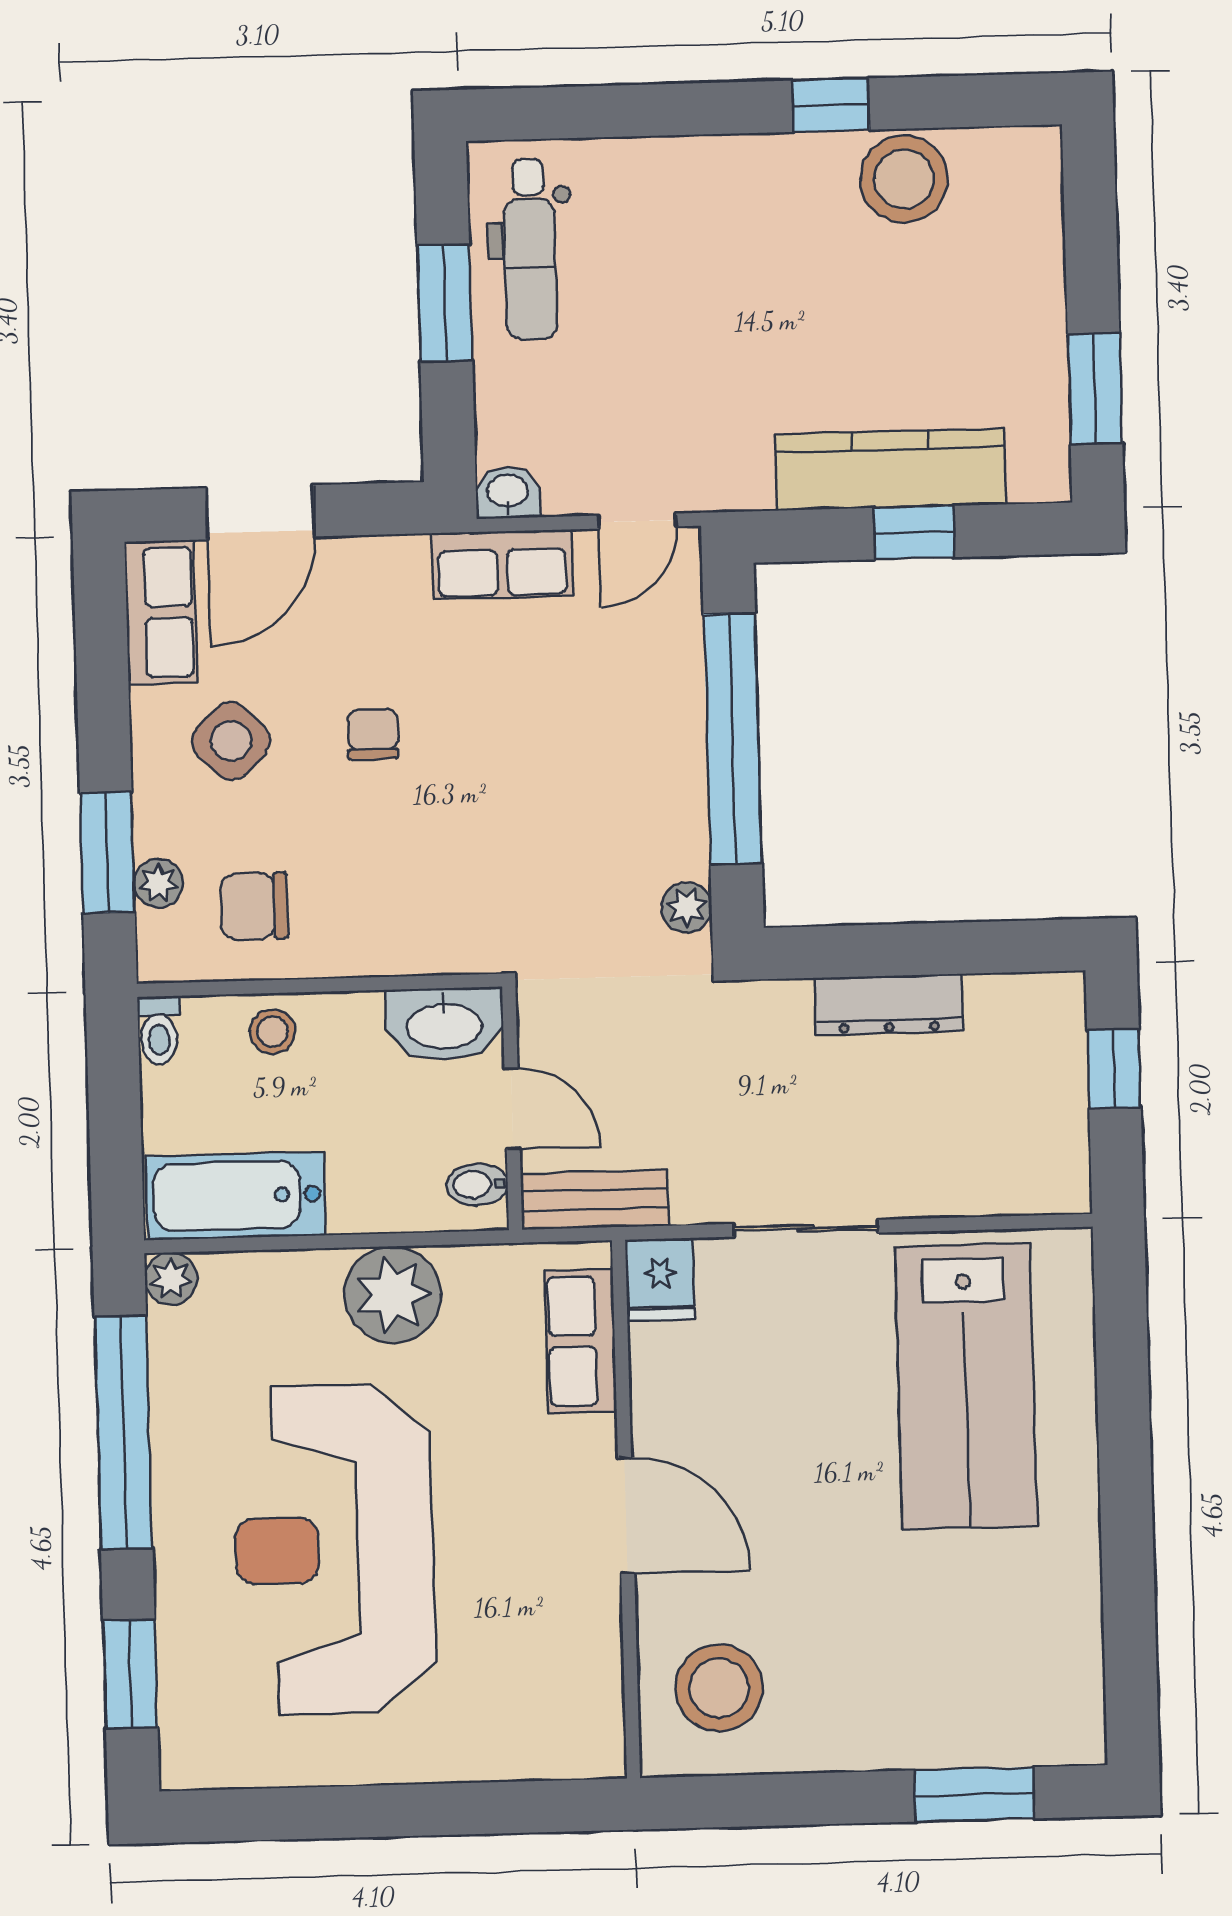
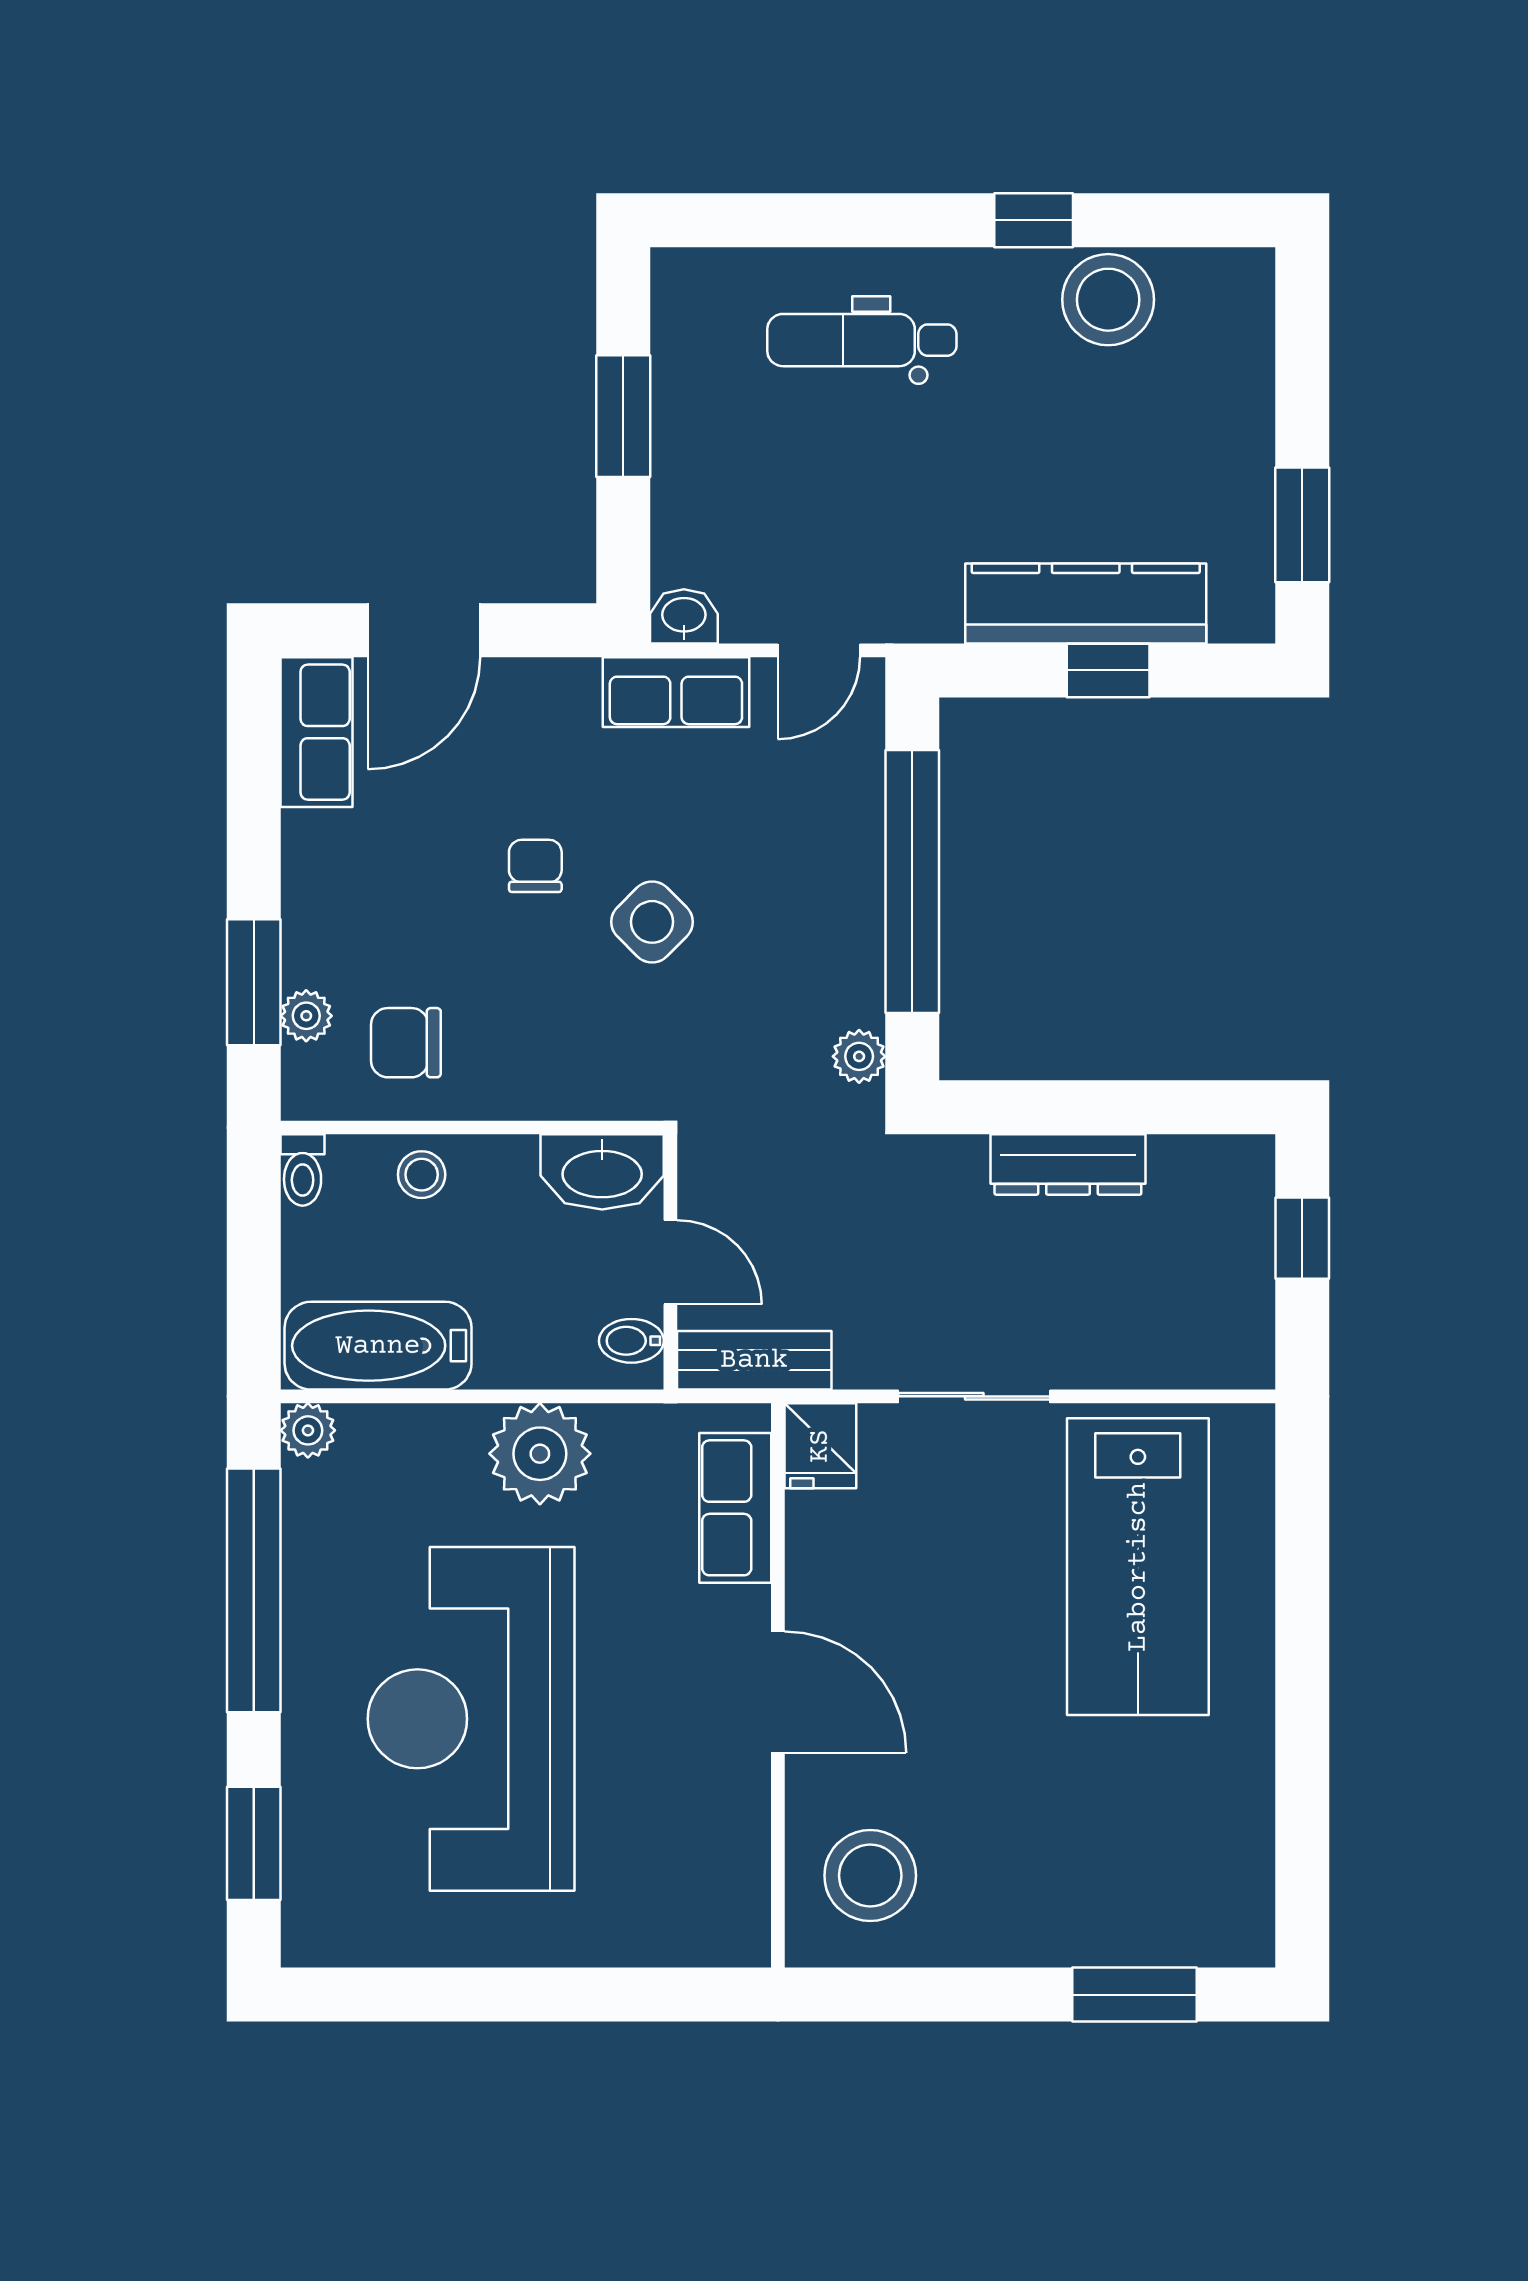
dental chair: (530, 249) -> (862, 340), moved, turned 90
side table: (231, 741) -> (652, 922), moved

